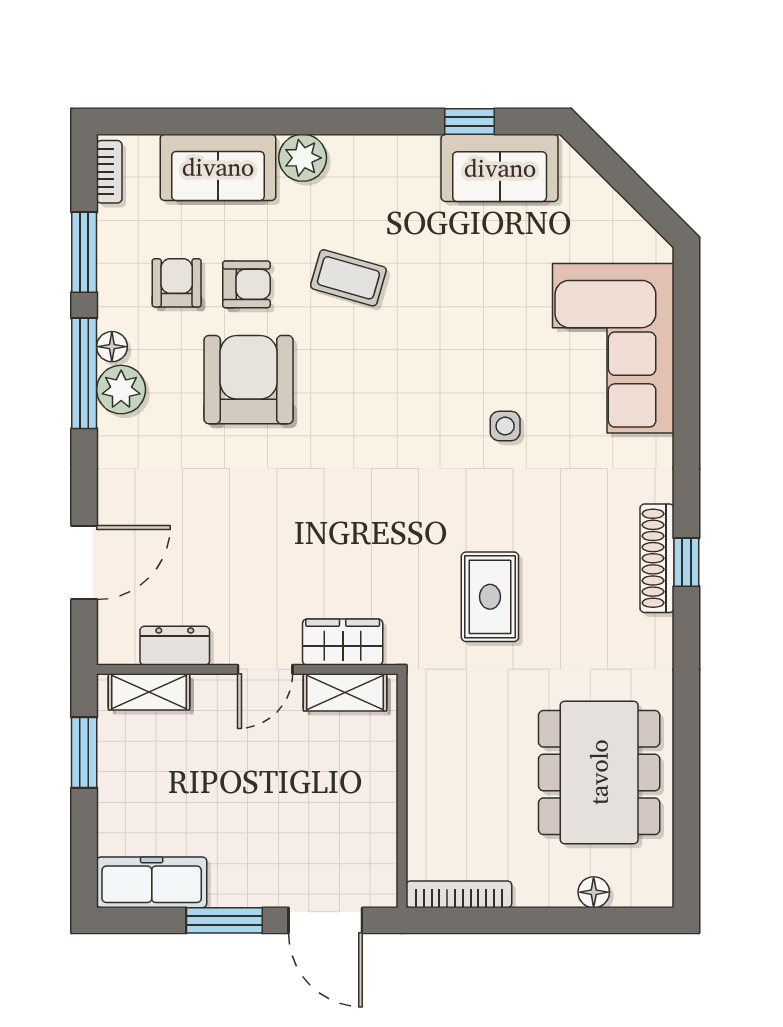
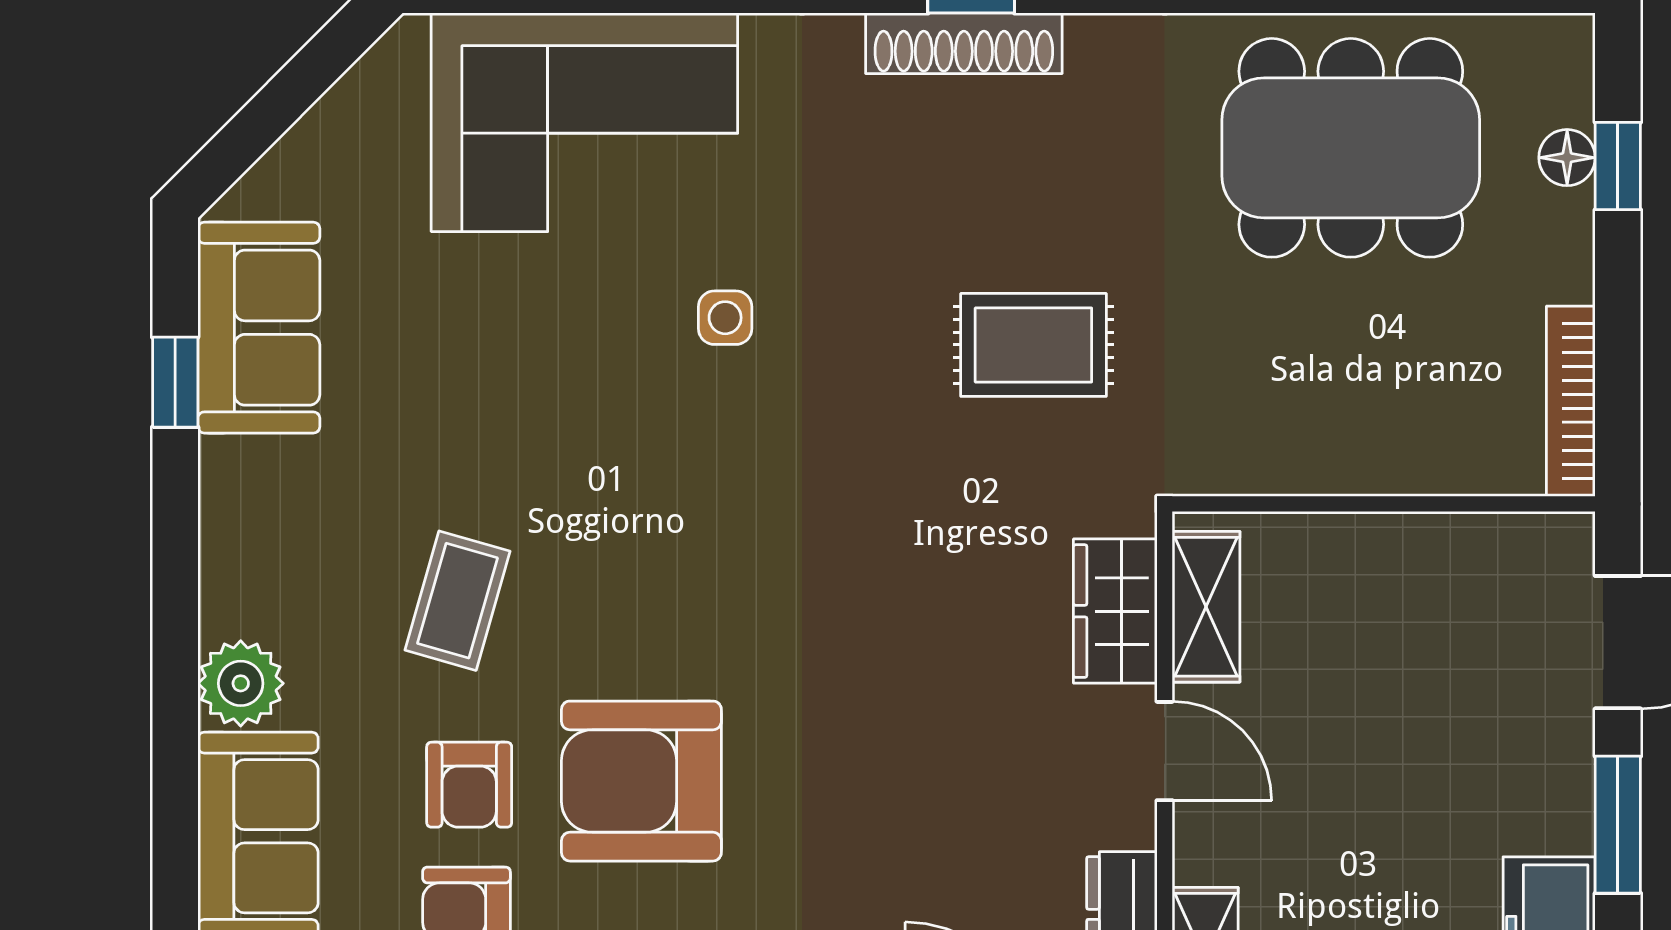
armchair: (246, 284) -> (469, 785), turned 180
window: (589, 920) -> (1618, 166), added

